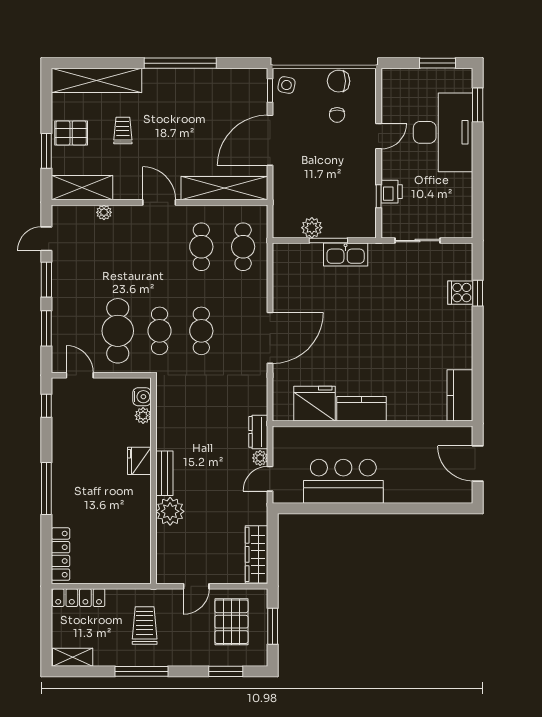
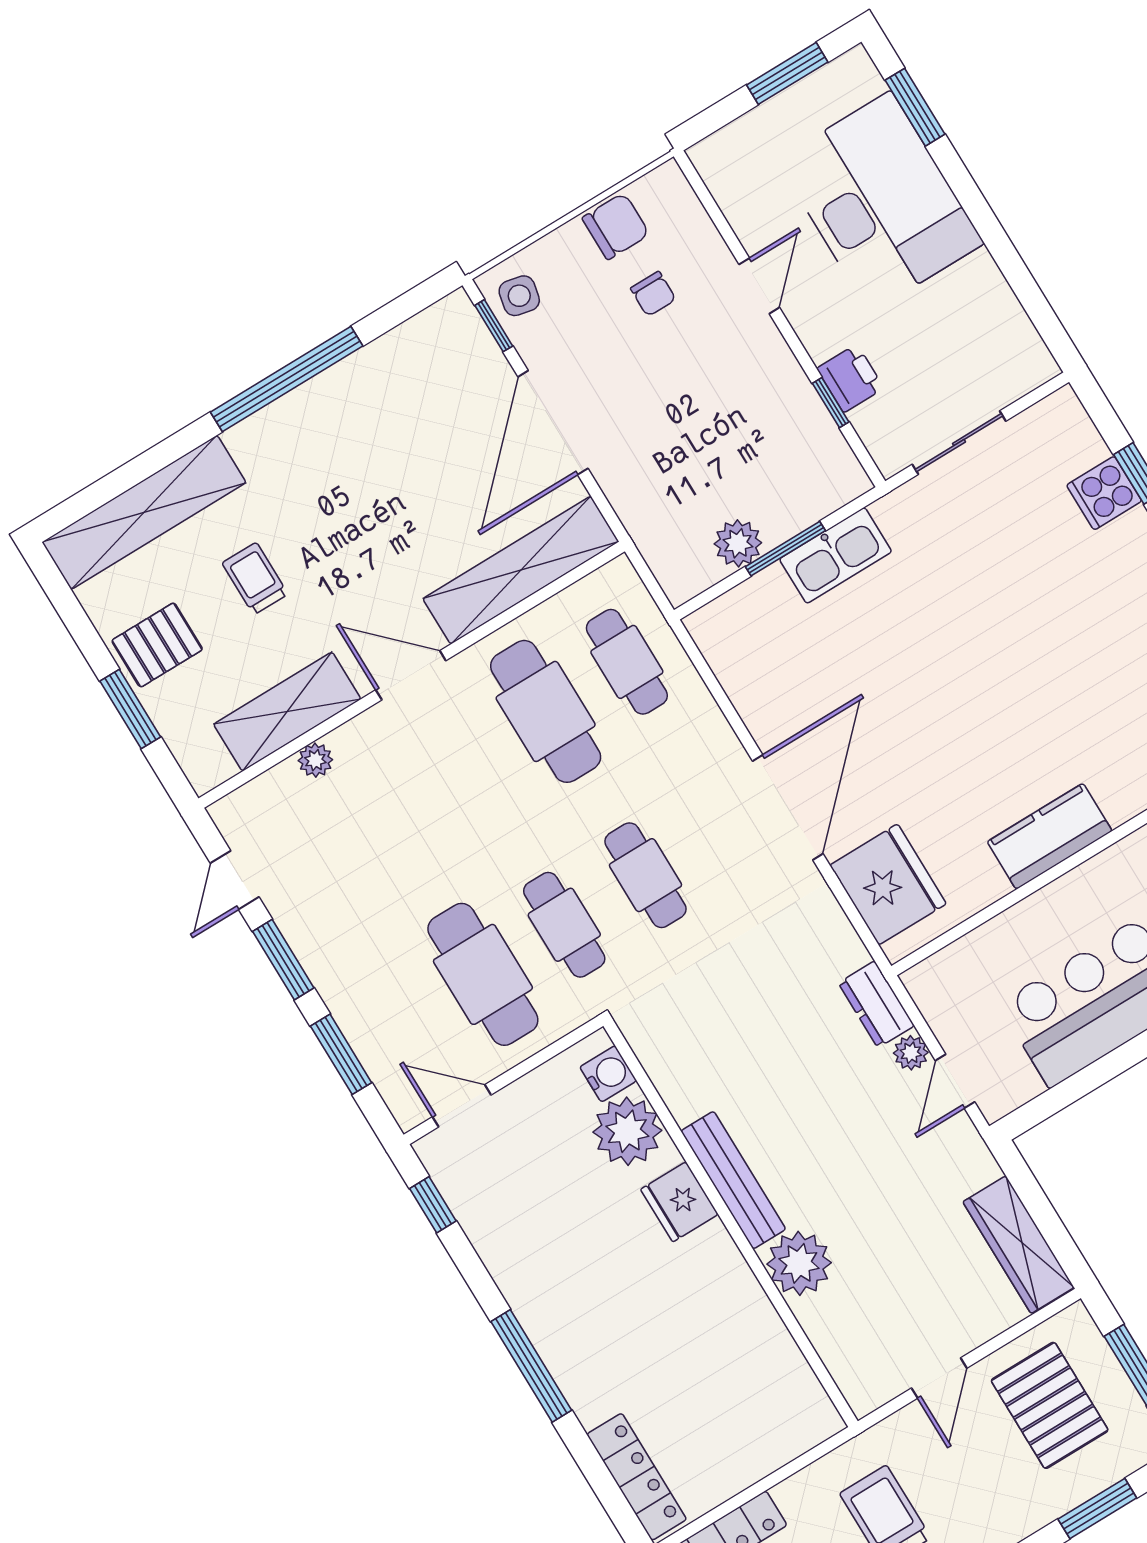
chair: (339, 81) -> (616, 226), turned 180
shelving: (82, 188) -> (287, 712), moved
cafe table: (201, 247) -> (546, 711), width x1.37, depth x1.35
fridge: (315, 404) -> (888, 884), moved, turned 90
plant: (143, 416) -> (627, 1131), width x1.87, depth x1.87
bench: (164, 473) -> (733, 1180), width x1.36

